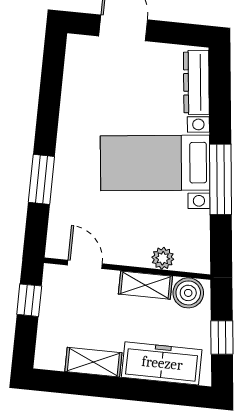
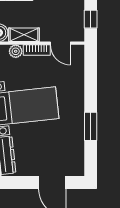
window: (41, 179) -> (91, 126), moved
bookcase: (126, 257) -> (37, 50), added

